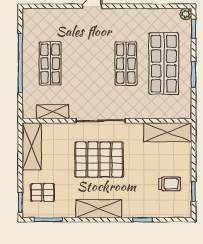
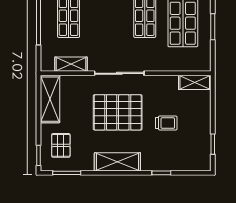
shelving: (168, 132) -> (195, 82), width x0.67, depth x0.75
trolley: (170, 184) -> (166, 123), moved
pallet: (43, 192) -> (61, 145), turned 90

